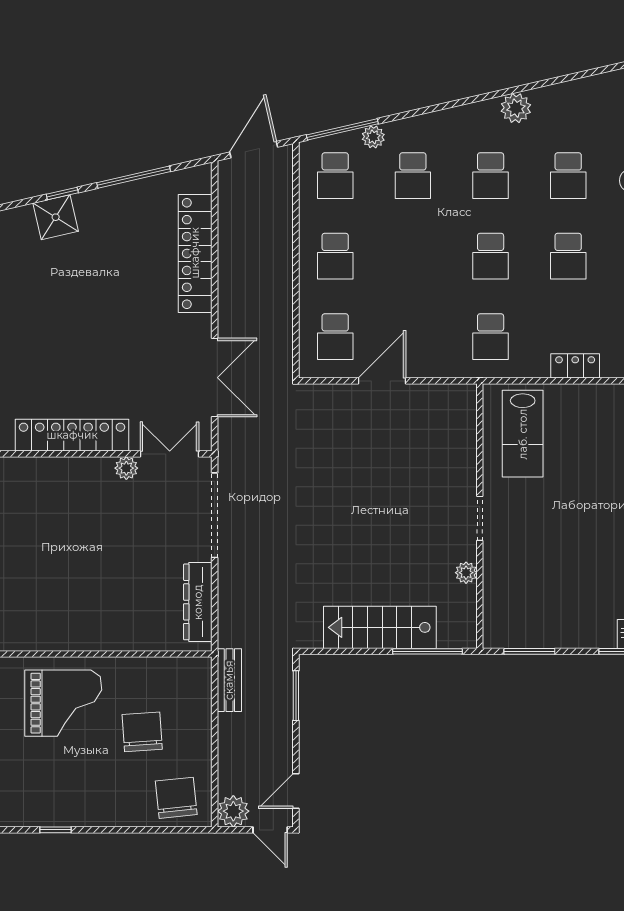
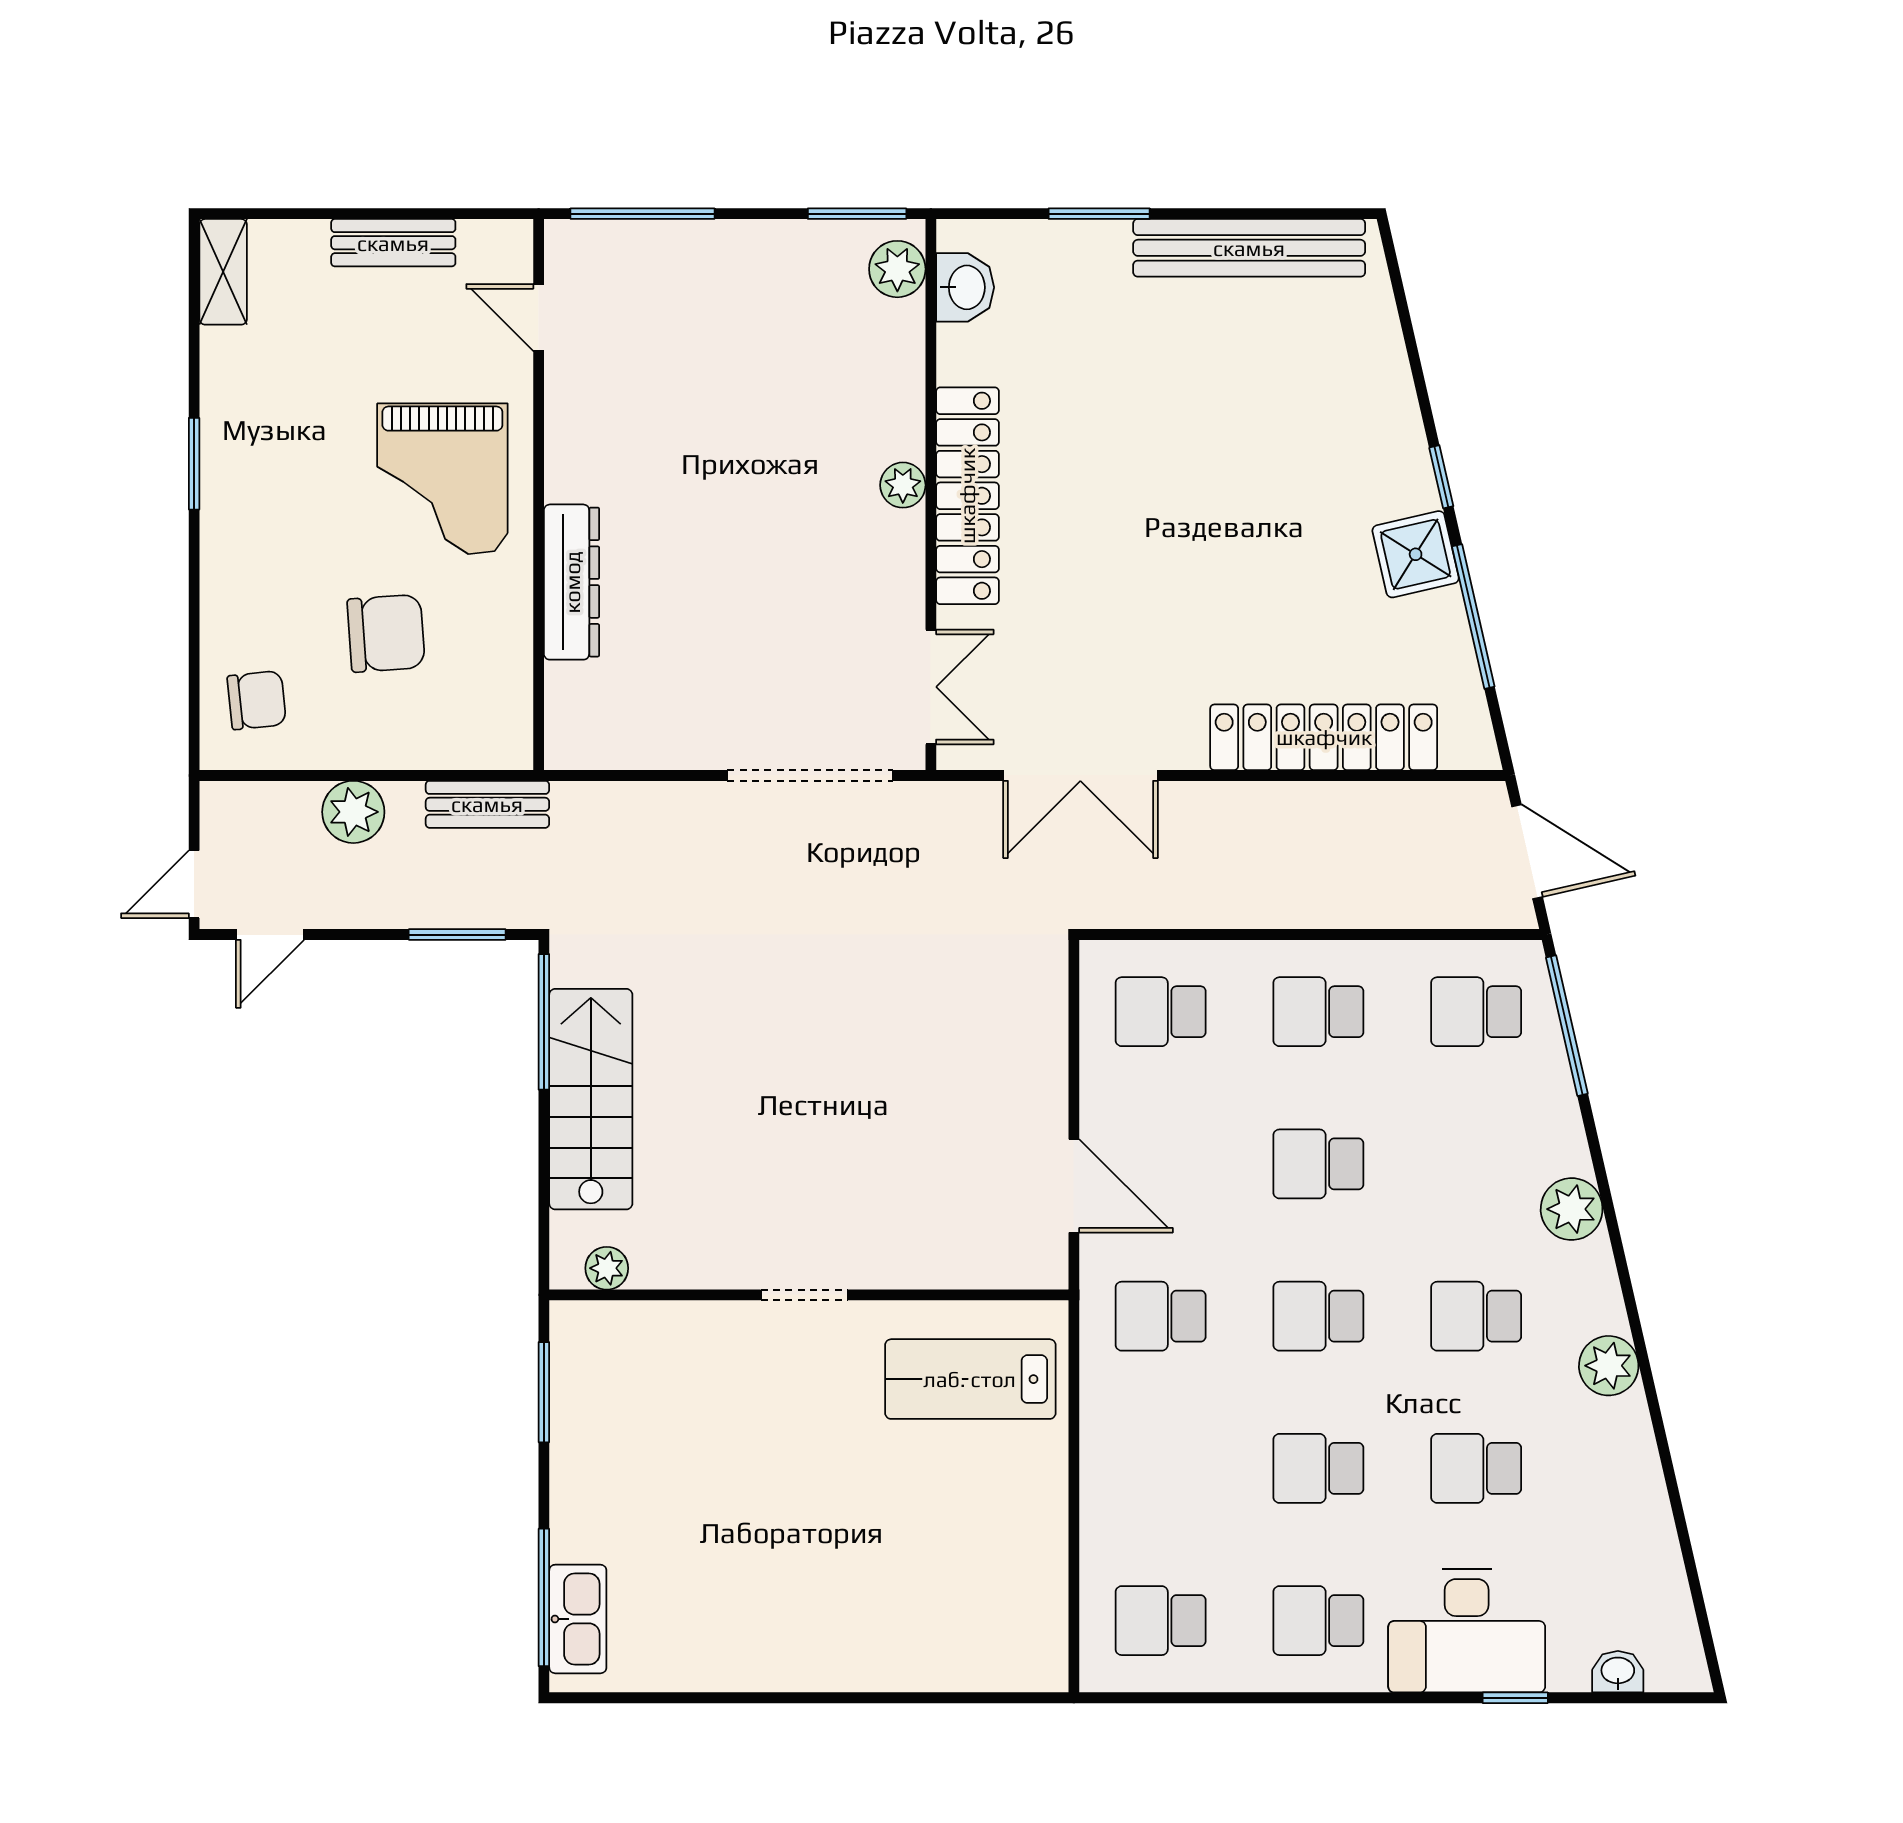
plant: (373, 137) -> (1572, 1209), moved, width x1.38, depth x1.38
school desk: (413, 176) -> (1318, 1164), moved
shower: (56, 217) -> (1416, 554), moved
locker: (575, 366) -> (1103, 1482), removed
door: (382, 381) -> (1074, 1186), moved
plant: (126, 468) -> (903, 485), moved
plant: (466, 573) -> (607, 1268), moved
dresser: (198, 602) -> (572, 582), moved, turned 90
window: (427, 651) -> (544, 1022), moved
door: (296, 791) -> (270, 935), swing flipped
chair: (176, 798) -> (257, 700), width x0.73, depth x0.73
plant: (233, 811) -> (353, 812), moved
window: (56, 830) -> (194, 464), width x1.50

